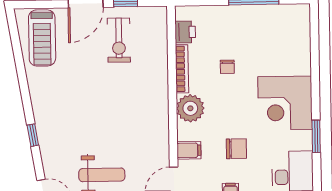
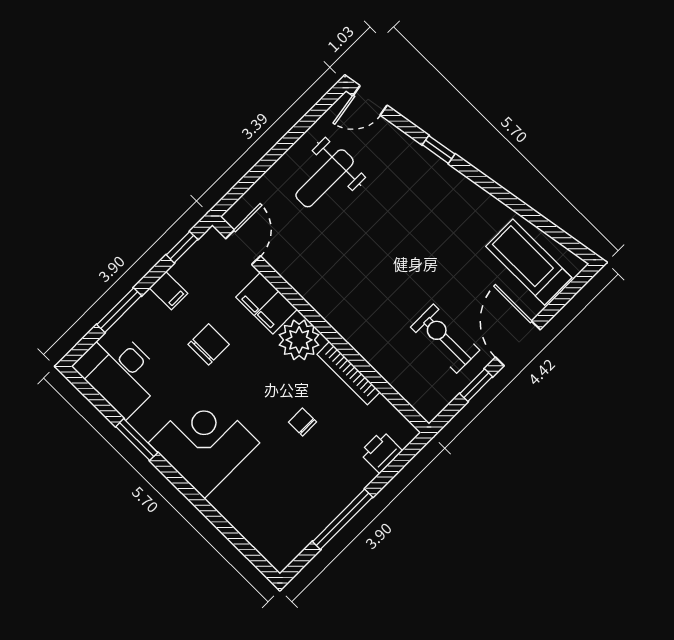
printer: (185, 32) -> (381, 452), moved, turned 90
chair: (236, 149) -> (209, 344), turned 180
filing cabinet: (189, 150) -> (267, 303), width x2.00

